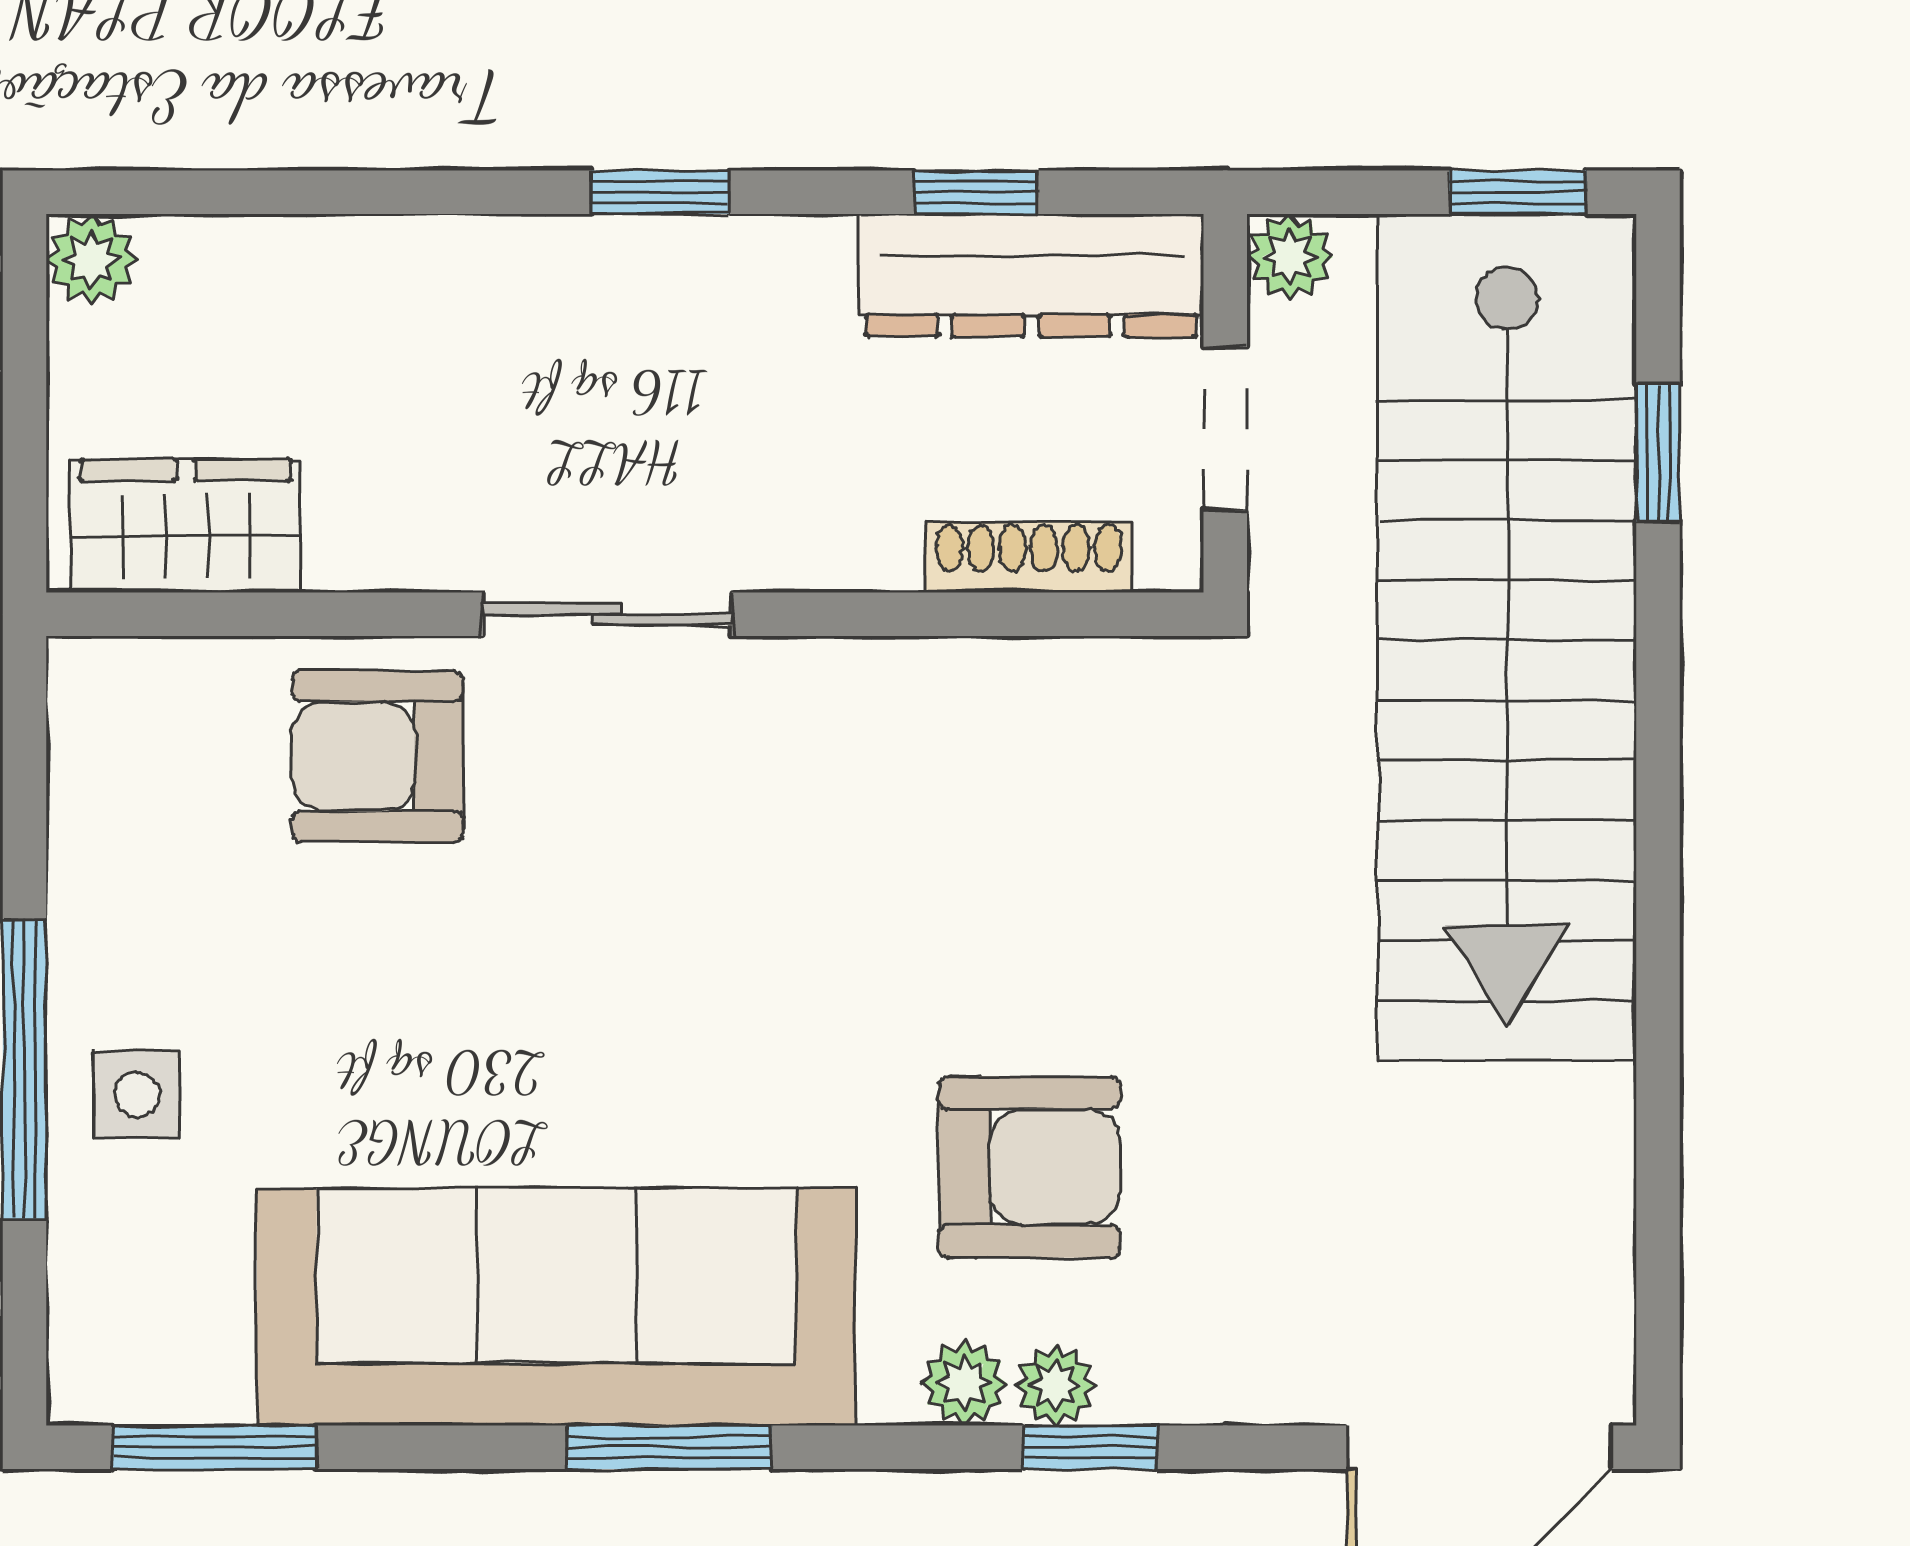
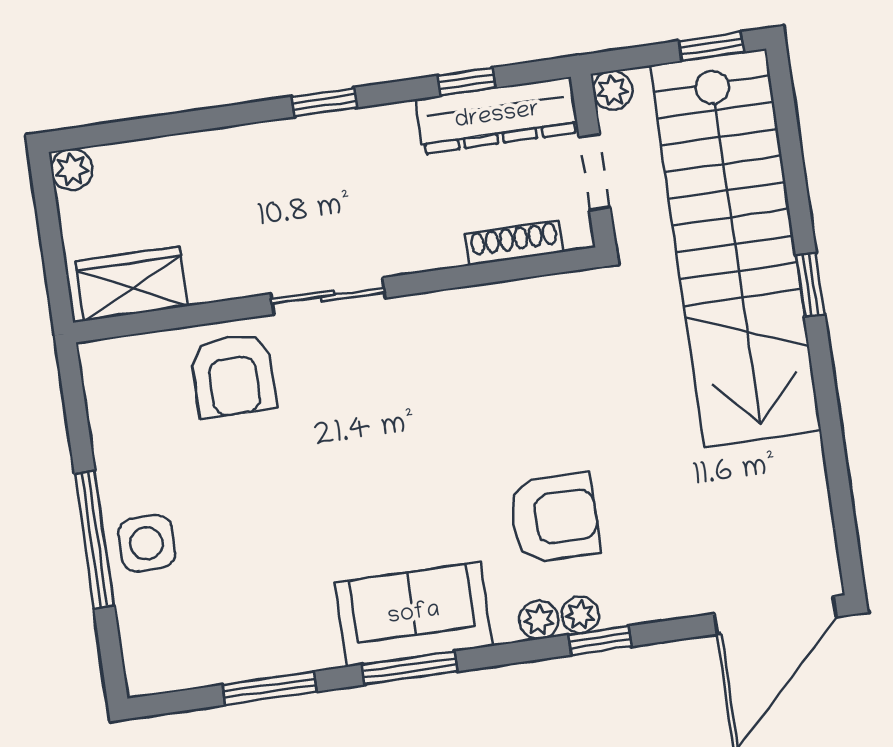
window: (1658, 453) -> (810, 285), moved
armchair: (377, 756) -> (233, 375), turned -90
side table: (137, 1094) -> (147, 543), width x1.37, depth x1.37
sofa: (556, 1307) -> (414, 614), width x0.54, depth x0.79
window: (214, 1447) -> (269, 688), moved

